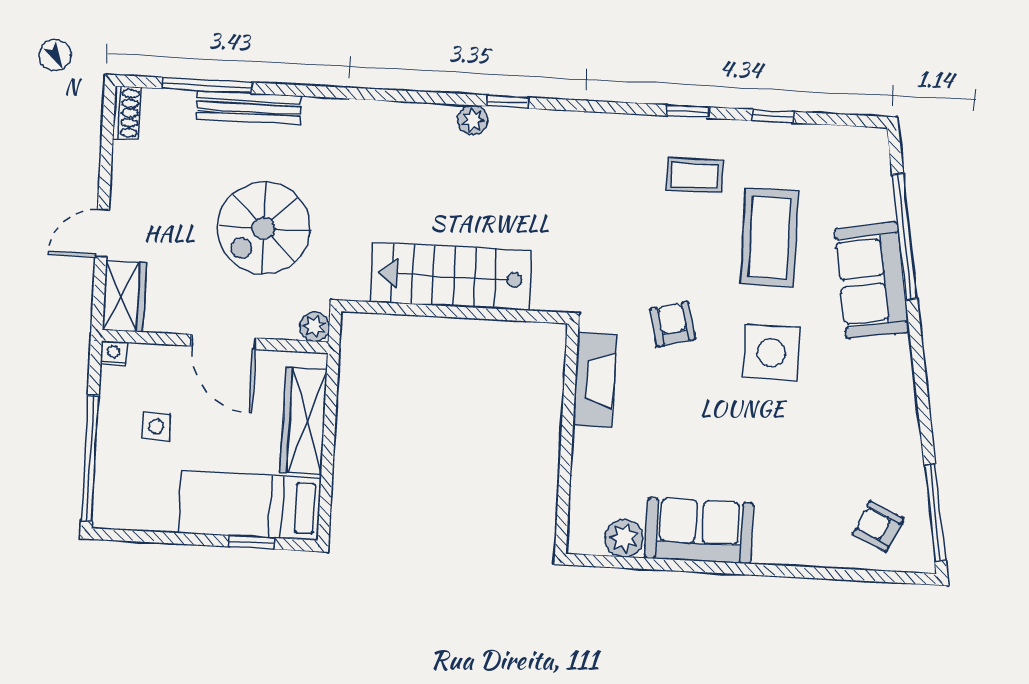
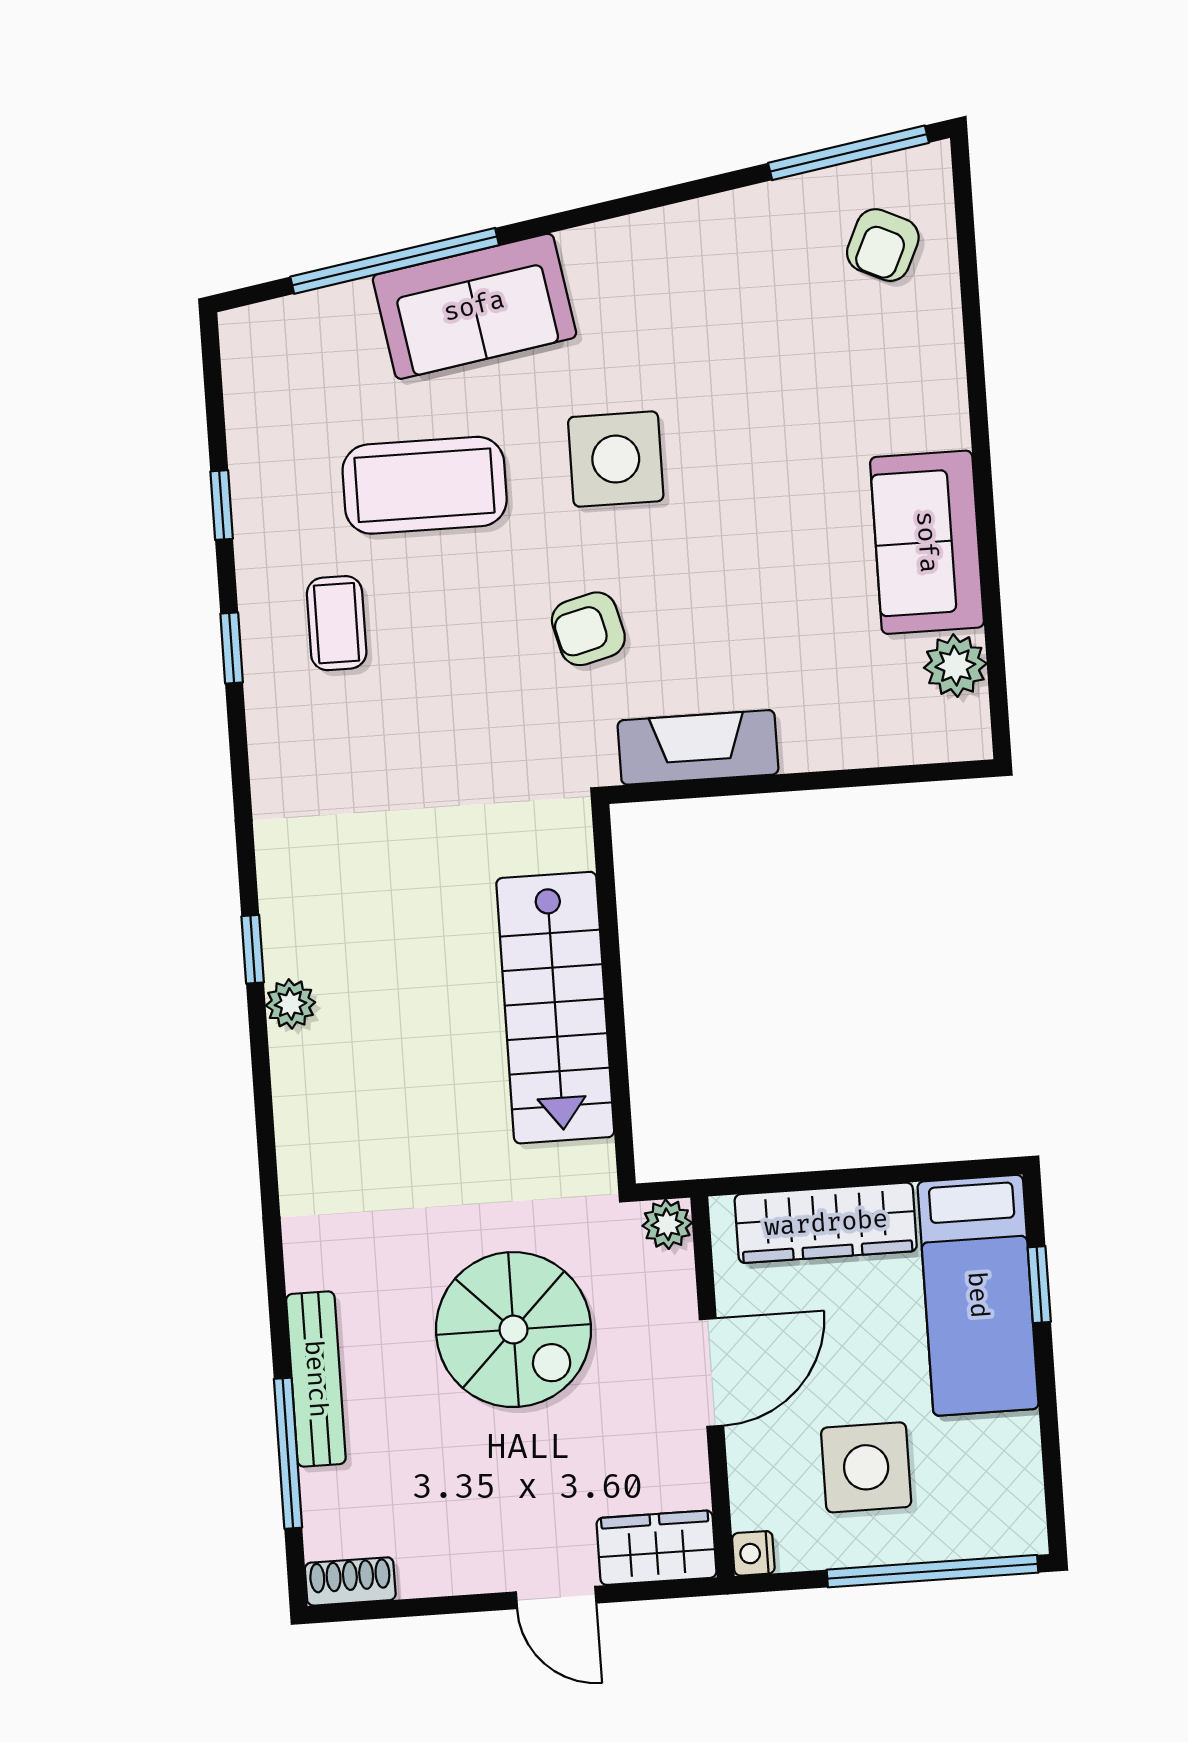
side table: (156, 426) -> (866, 1467), width x1.87, depth x1.87

